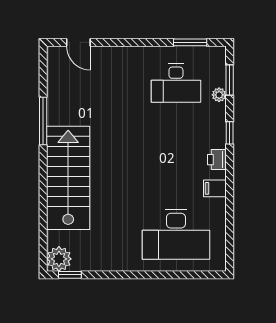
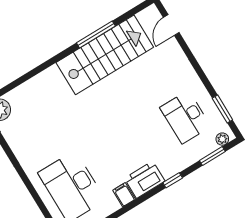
plant: (219, 95) -> (222, 139), moved
printer: (217, 160) -> (145, 180), width x1.87, depth x1.48
stairs: (68, 178) -> (105, 55), moved

